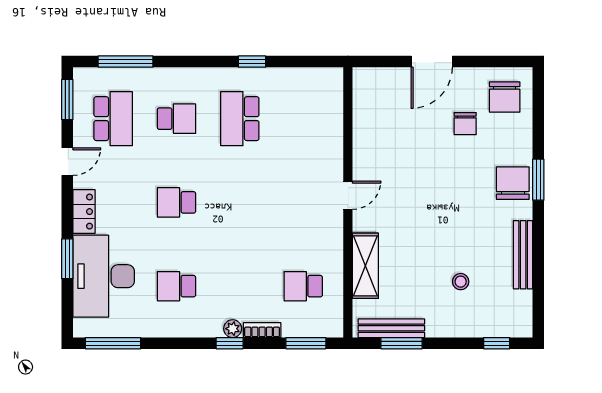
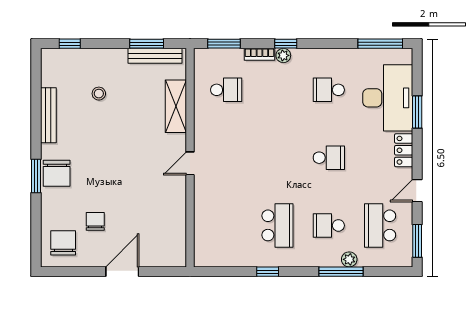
window: (126, 62) -> (341, 272), moved
plant: (151, 77) -> (349, 259), added
school desk: (176, 286) -> (329, 90), turned 180

